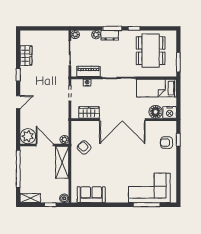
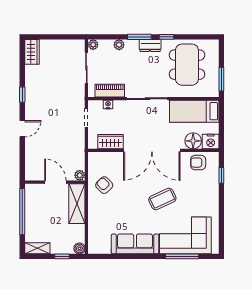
dresser: (110, 35) -> (150, 46), moved
wardrobe: (26, 56) -> (32, 52), moved
plant: (28, 136) -> (34, 171), removed
armchair: (167, 143) -> (198, 163), moved
coffee table: (131, 159) -> (162, 199), added
sofa: (91, 195) -> (135, 244), moved, width x1.36

